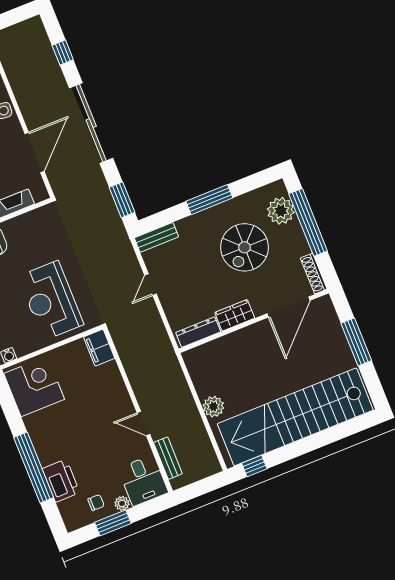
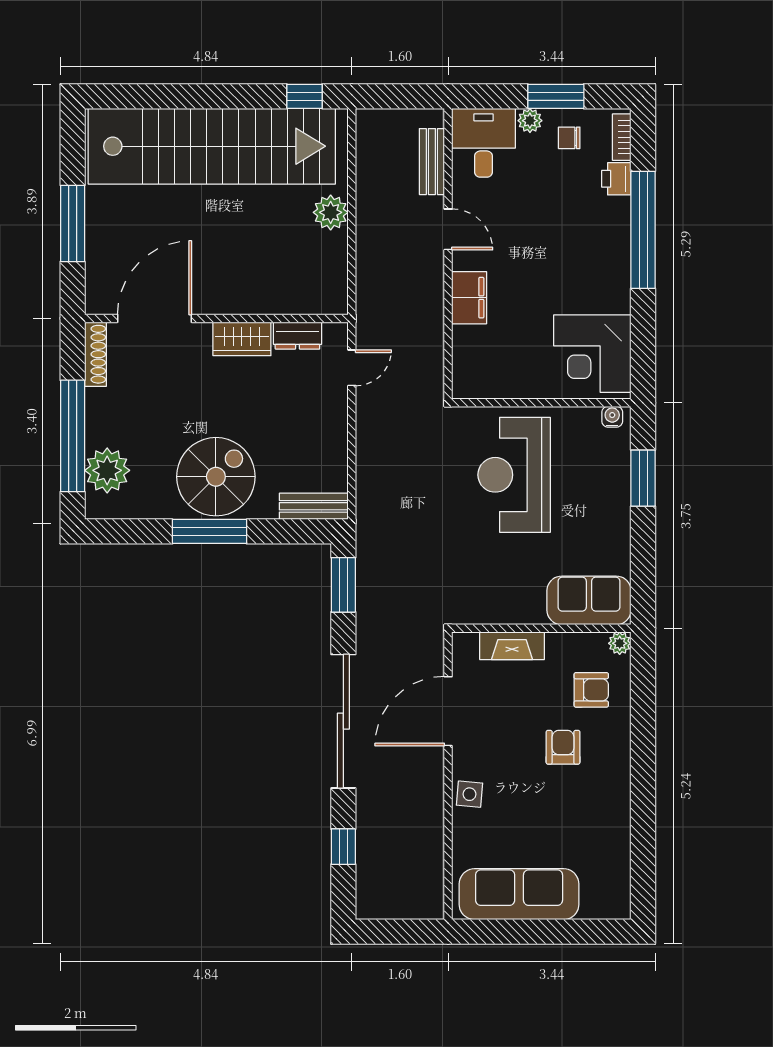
spiral stairs: (245, 247) -> (216, 477), moved
door: (151, 285) -> (352, 368), moved
reception desk: (51, 300) -> (514, 475), turned 180
dresser: (198, 332) -> (297, 336), width x0.70
filing cabinet: (99, 348) -> (469, 298), moved
printer: (61, 481) -> (616, 179), width x0.53, depth x0.68
bookcase: (67, 515) -> (622, 137), added

